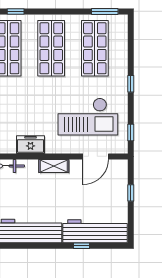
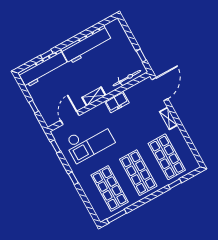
checkout: (88, 117) -> (89, 141), turned 180

